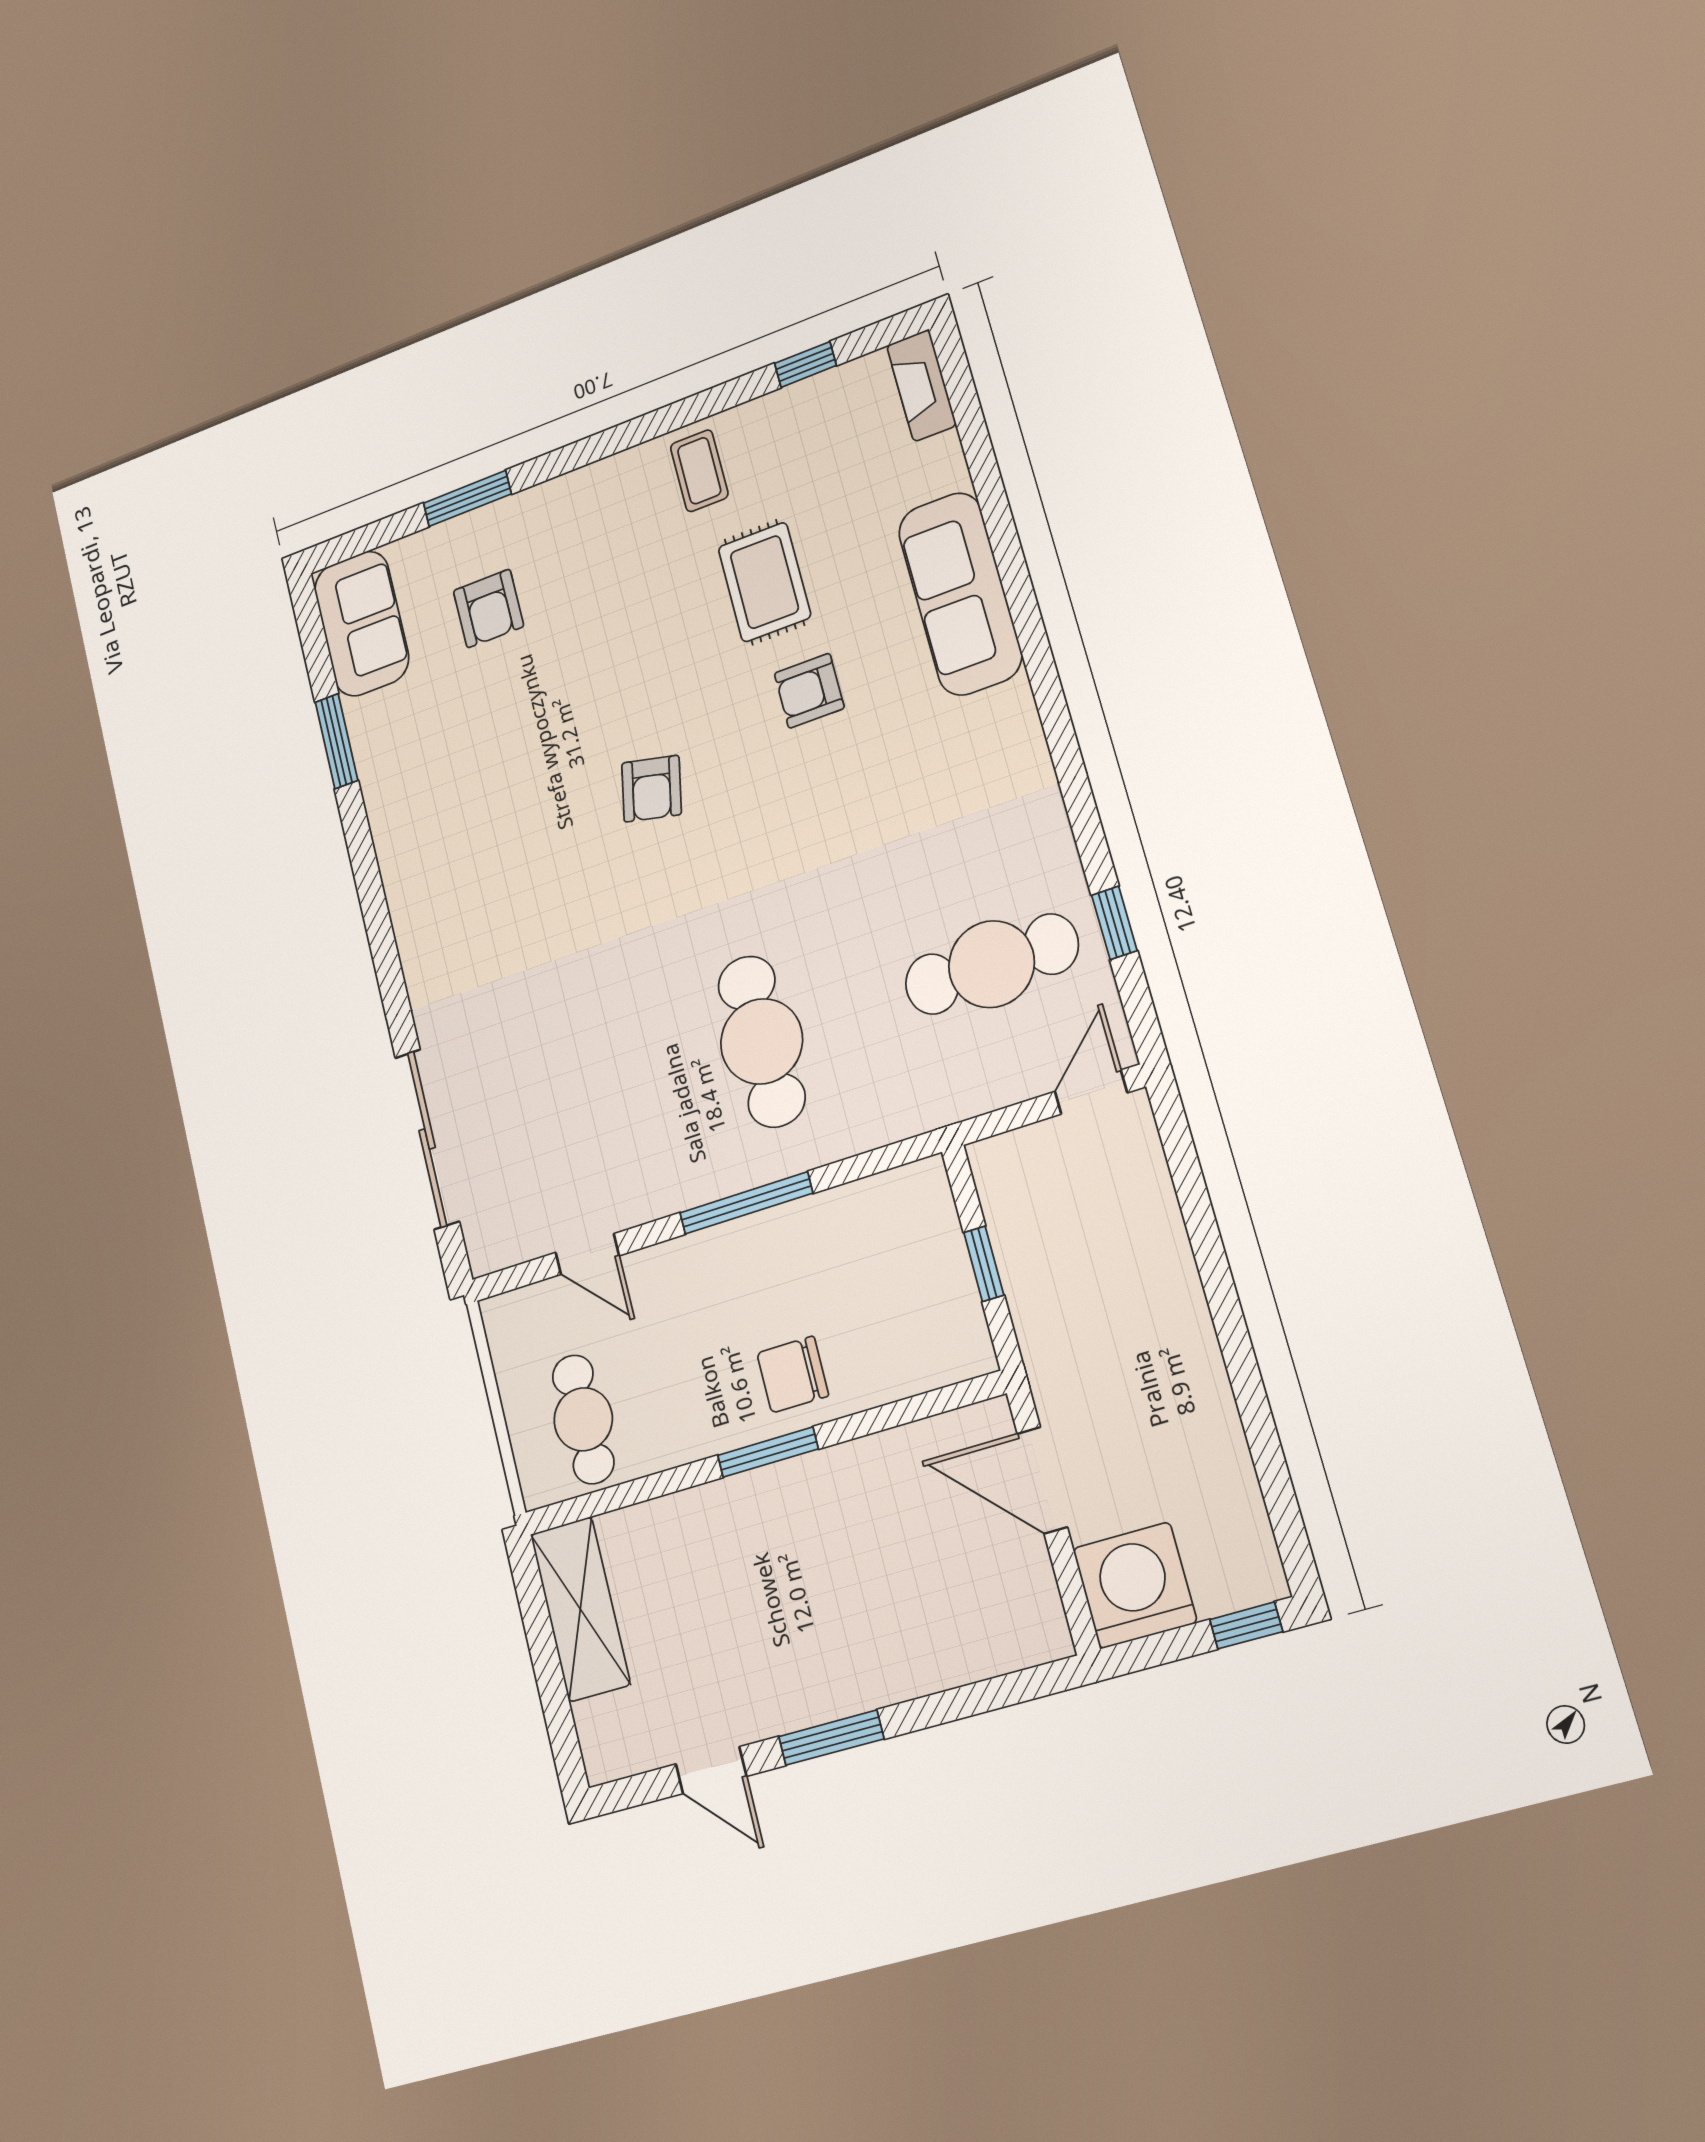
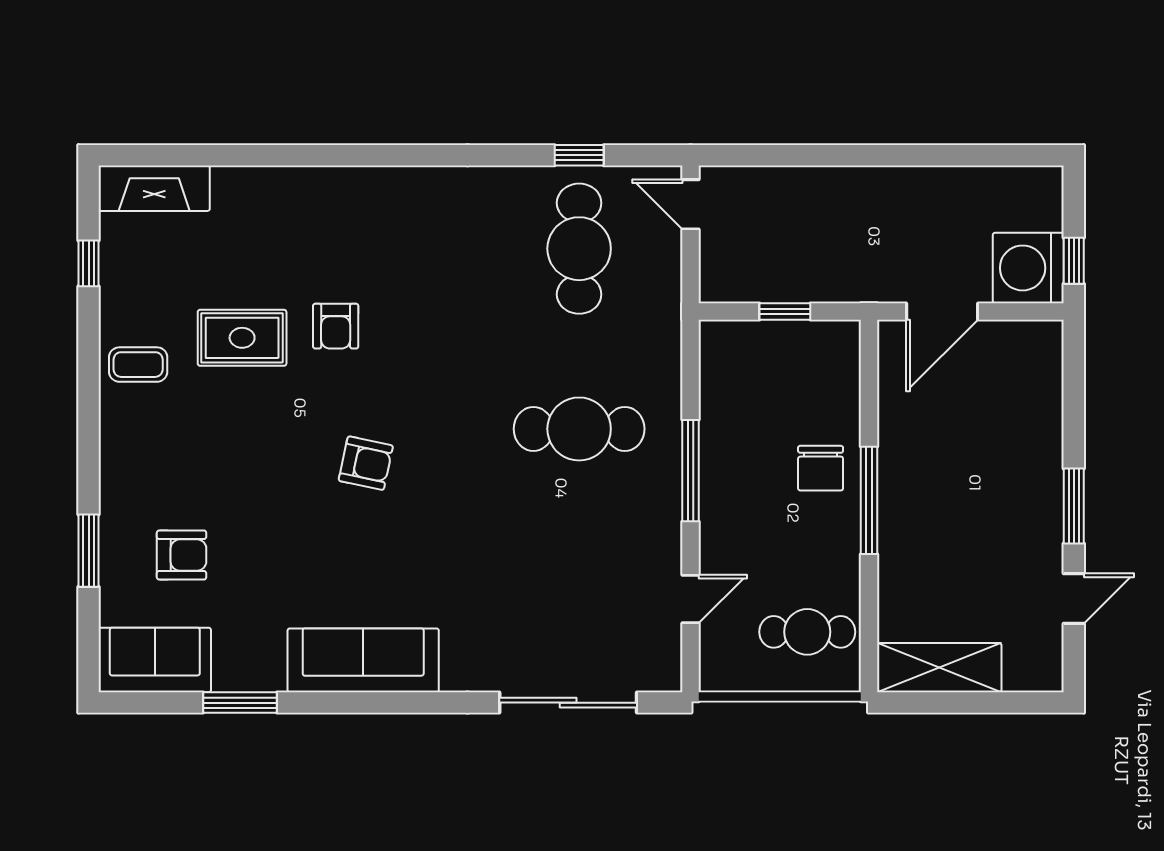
fireplace: (921, 385) -> (154, 188), width x1.37, depth x1.32
sofa: (960, 594) -> (363, 660), moved, turned 180
window: (768, 1452) -> (869, 500), width x1.44
window: (1246, 1626) -> (1074, 261), moved

